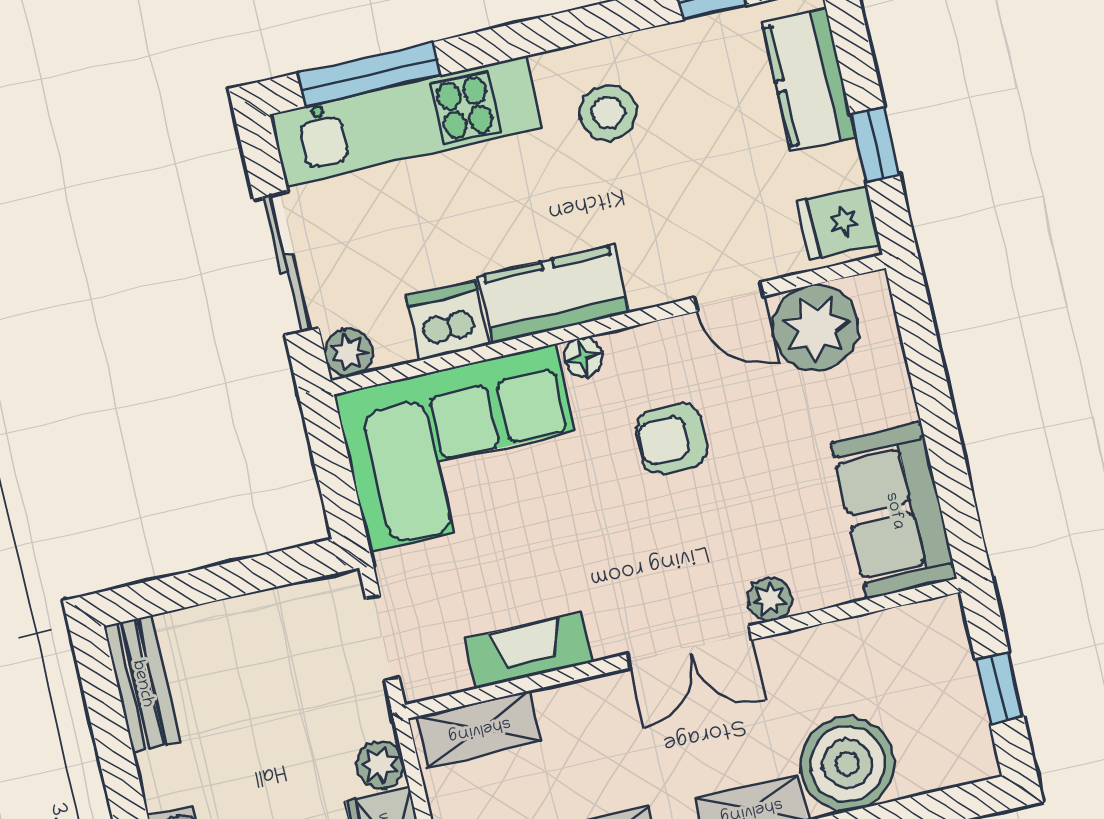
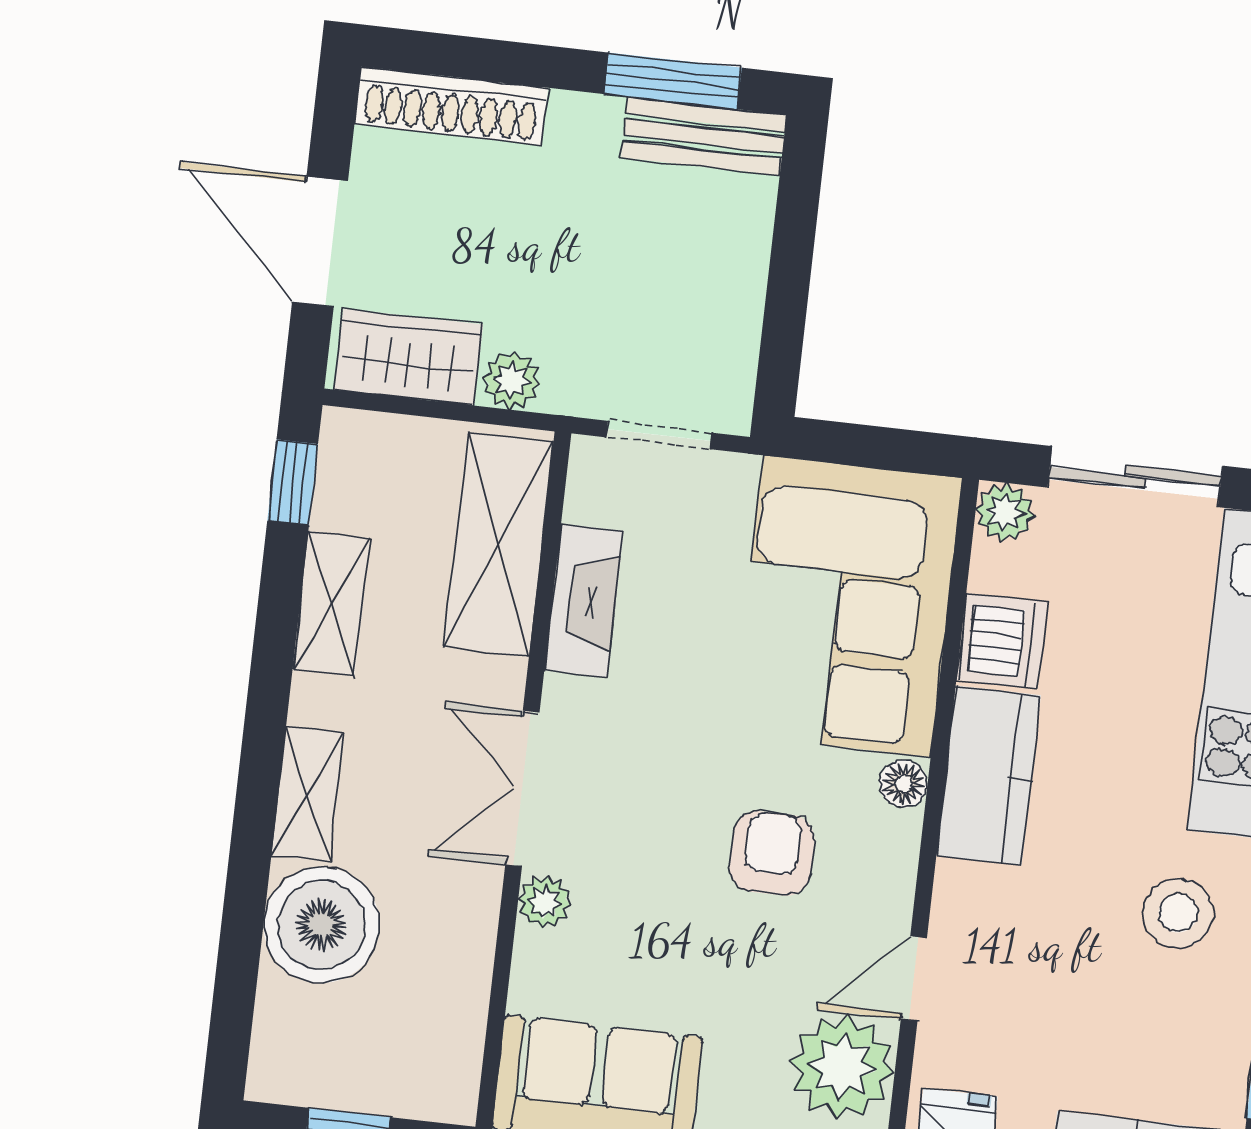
window: (108, 722) -> (673, 81), added
shelving: (479, 729) -> (498, 545), width x1.50, depth x1.33

